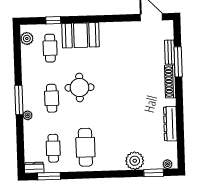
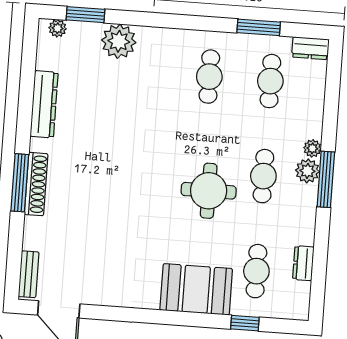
plant: (27, 39) -> (307, 171), moved
bench: (170, 52) -> (29, 274), moved
dresser: (26, 55) -> (303, 263), added
window: (178, 62) -> (20, 183), moved
cafe table: (85, 147) -> (209, 77), width x0.73, depth x0.74
window: (49, 176) -> (259, 27), moved

